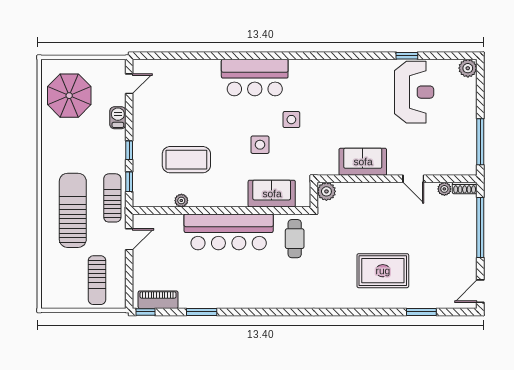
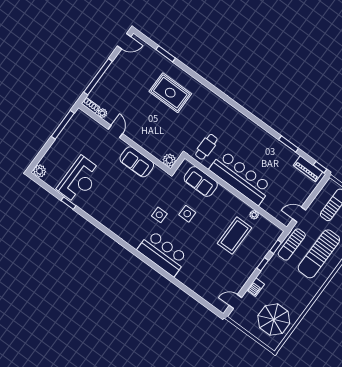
reception desk: (414, 92) -> (79, 180), turned 180
coffee table: (186, 160) -> (235, 236), turned 90

